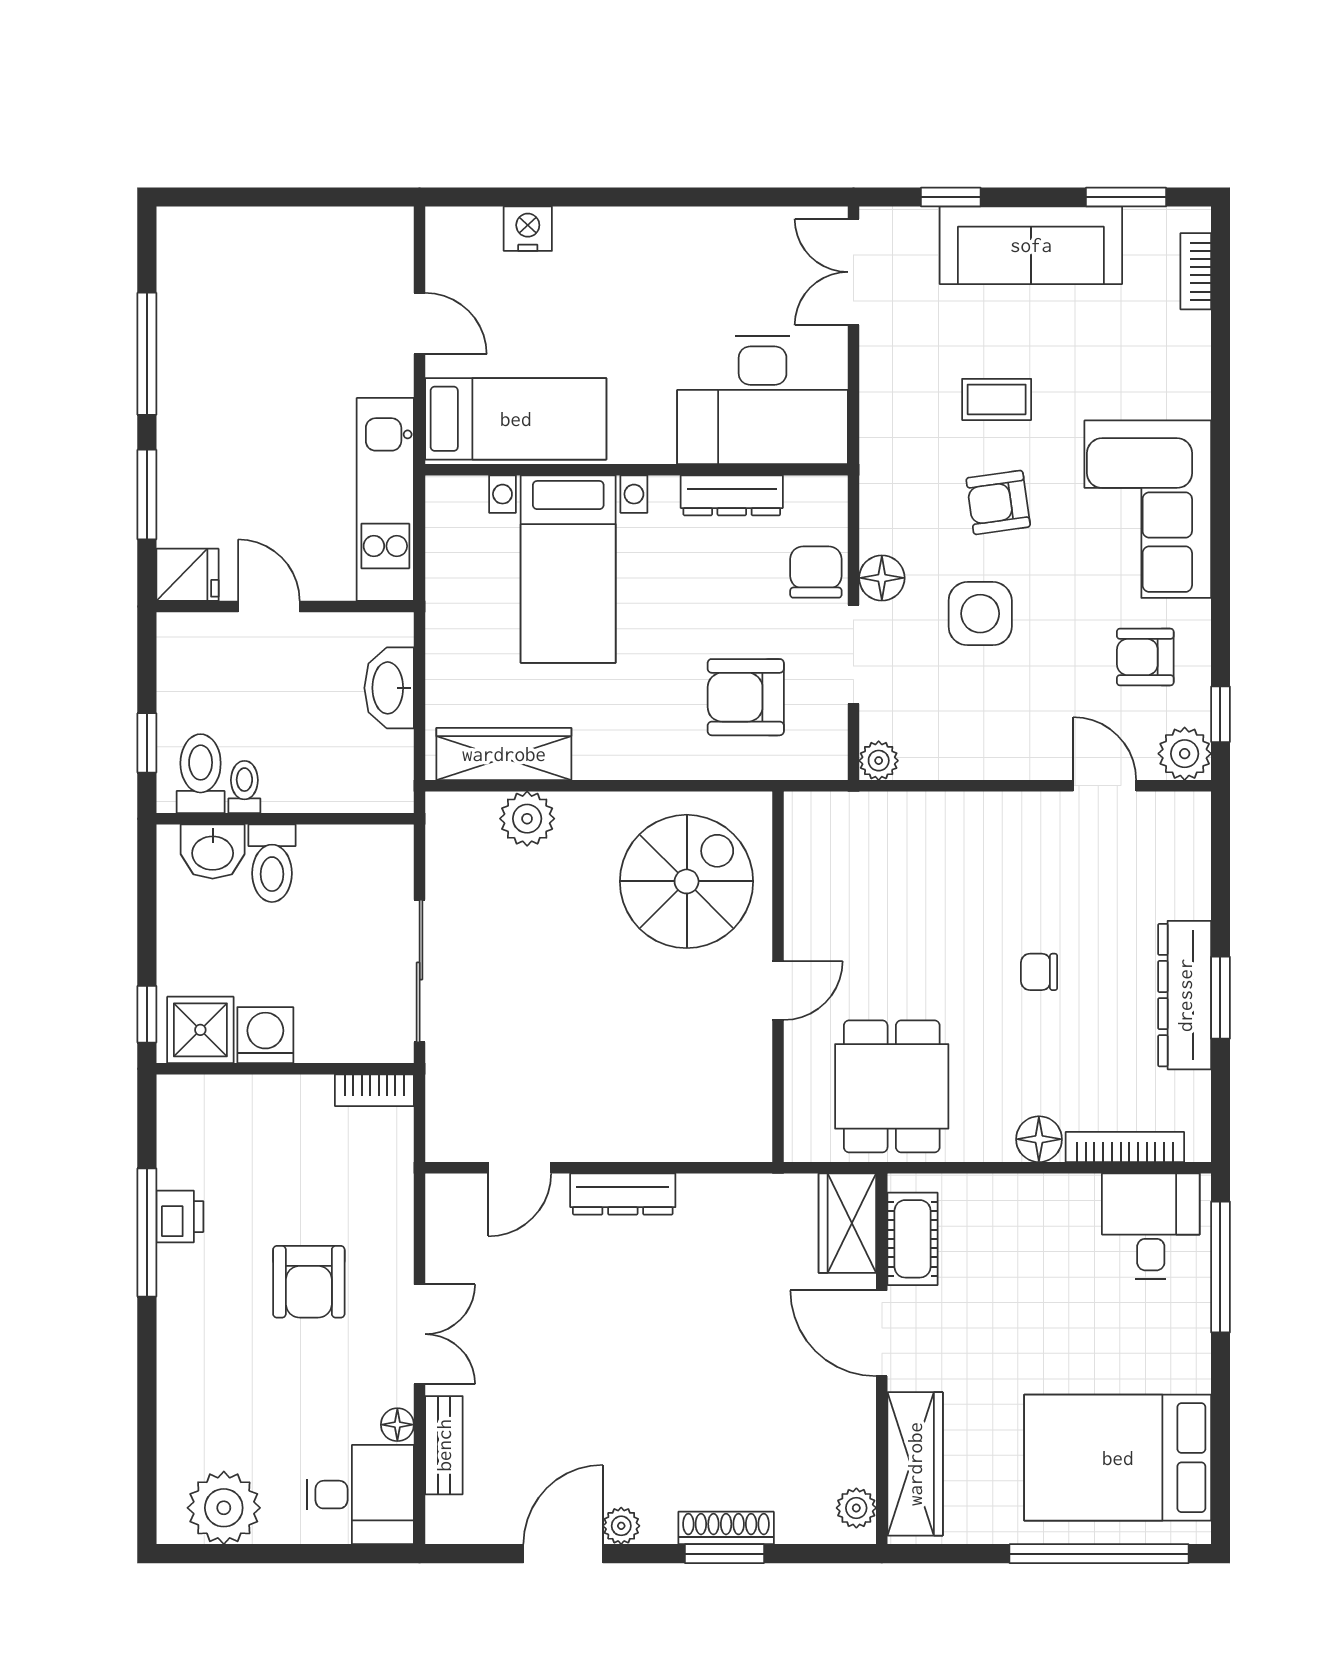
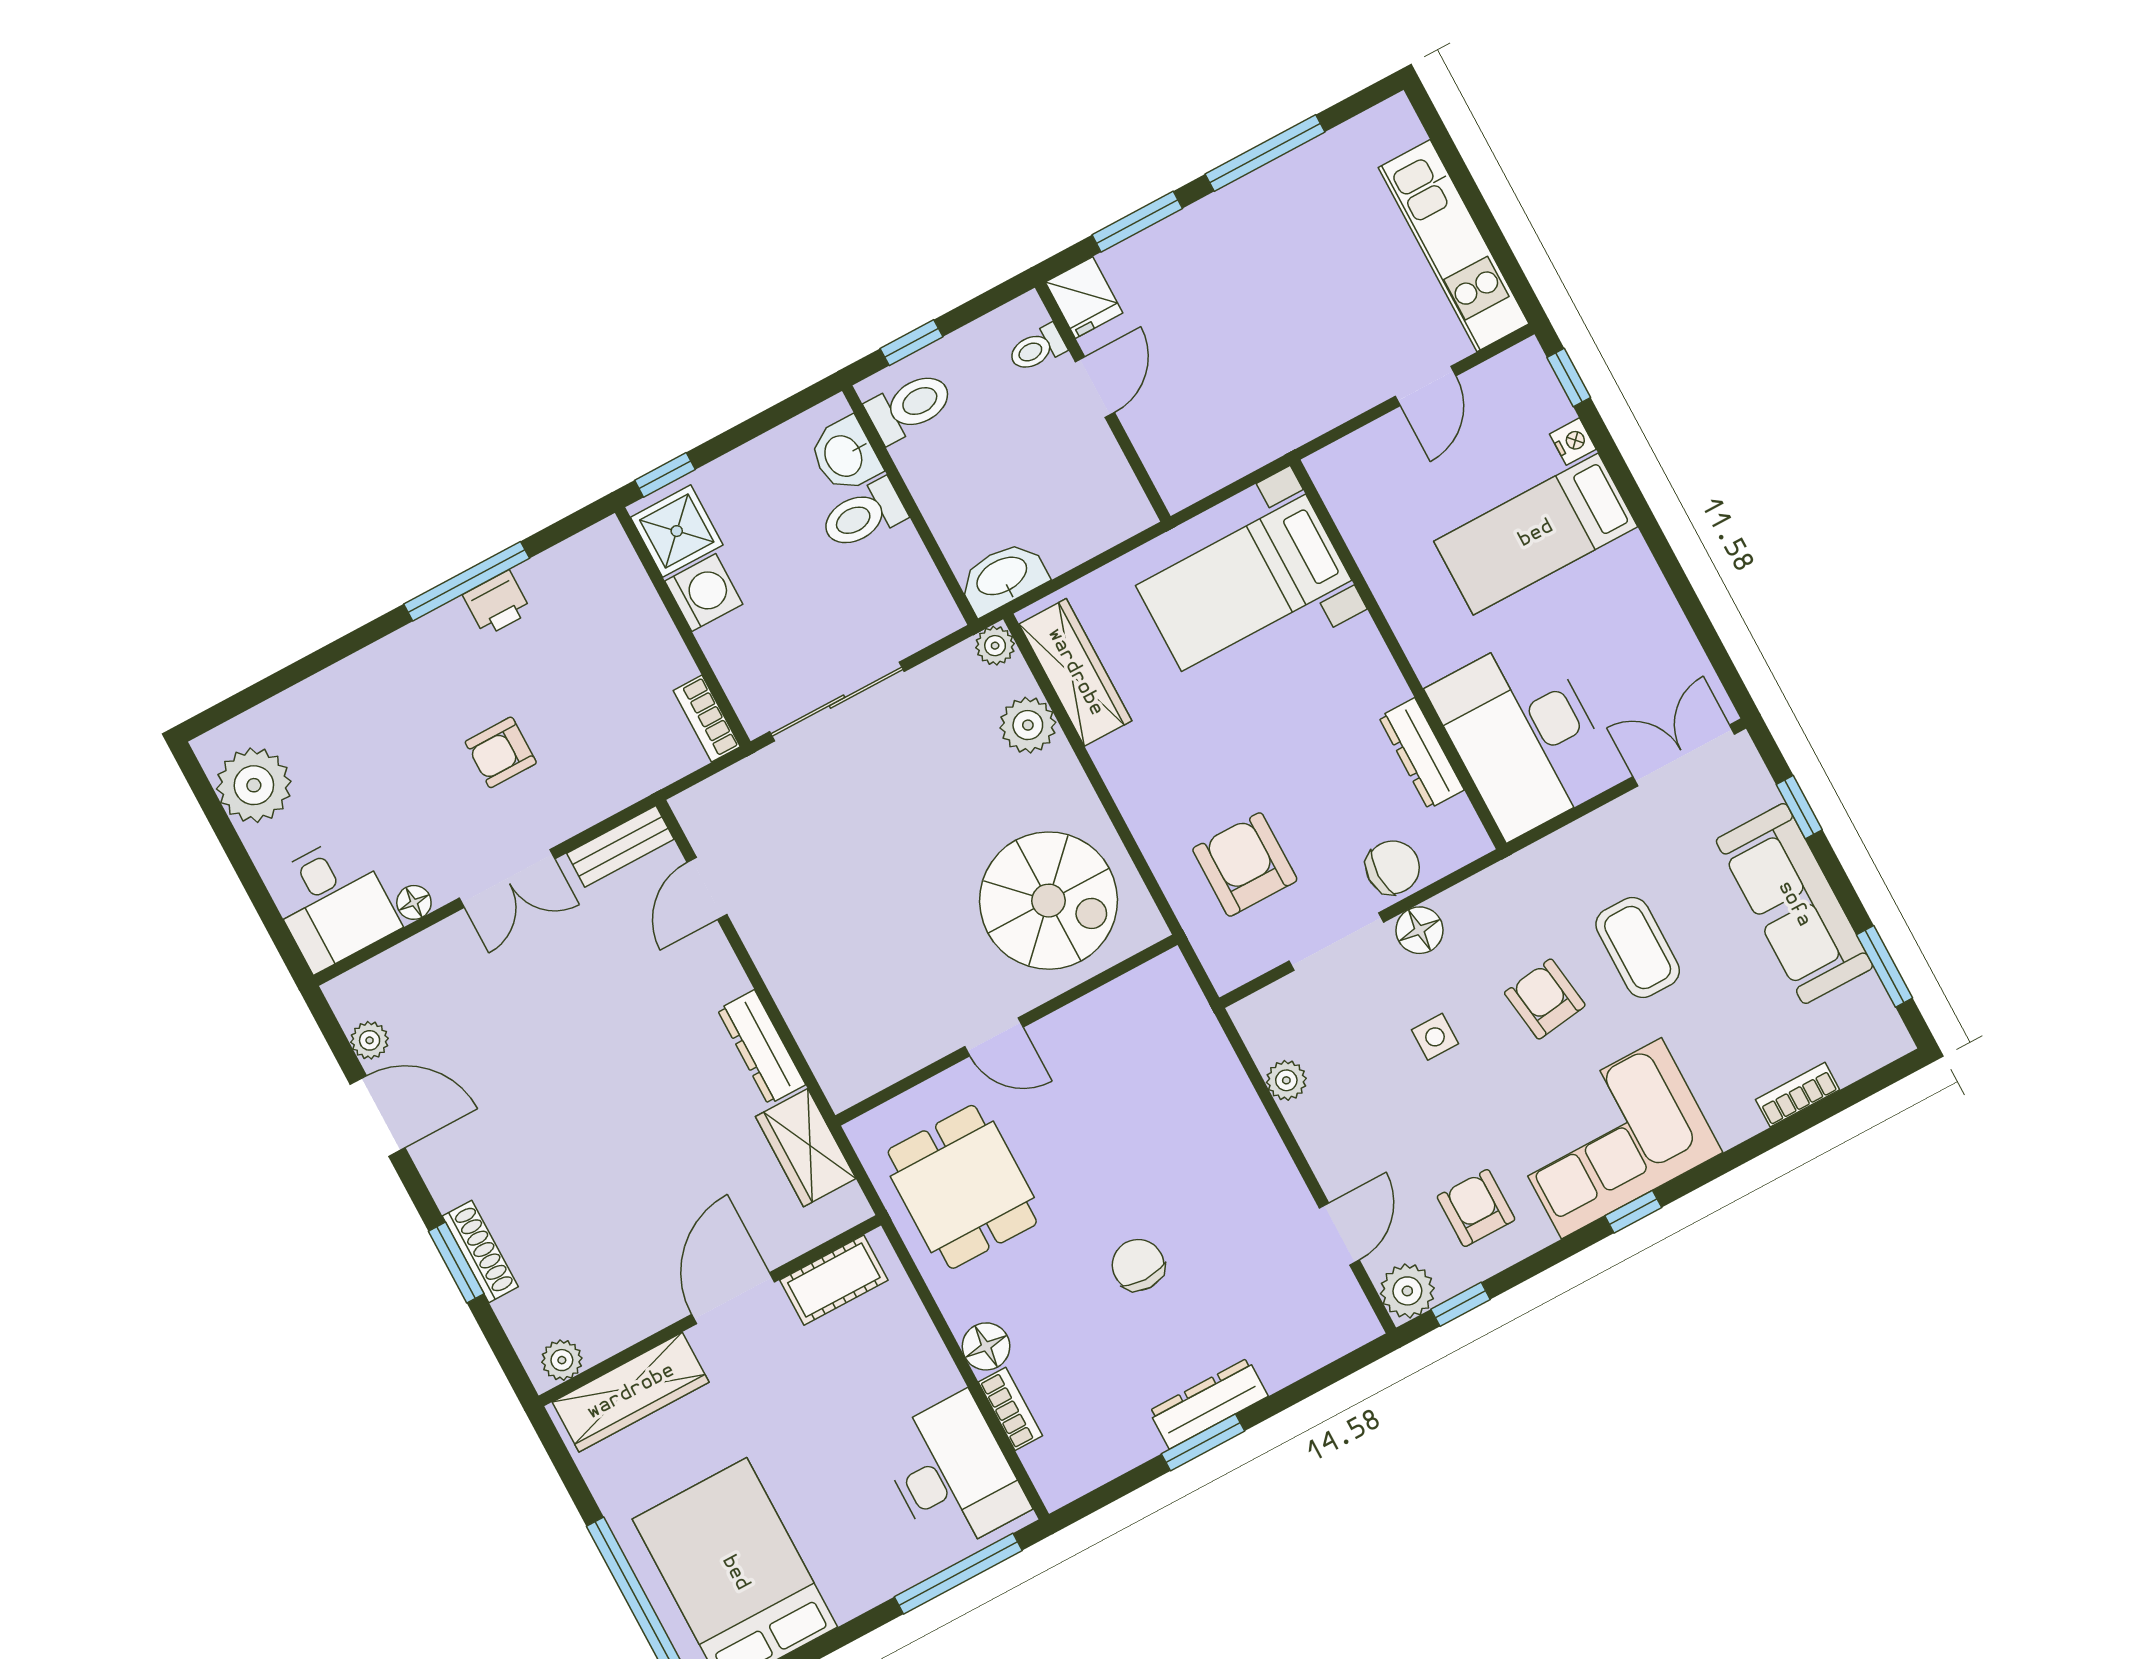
window: (478, 197) -> (1569, 377), added
nightstand: (528, 229) -> (1573, 442), width x0.72, depth x0.74
bookcase: (1196, 271) -> (1798, 1095), moved
coffee table: (997, 399) -> (1638, 947), width x1.36, depth x1.30
bed: (516, 419) -> (1536, 534), moved, turned 90
kitchen unit: (385, 499) -> (1454, 246), moved, turned -90
window: (1220, 524) -> (1633, 1212), added
bed with nightstands: (568, 569) -> (1244, 583), moved
side table: (980, 614) -> (1435, 1037), width x0.54, depth x0.54
washbasin: (389, 688) -> (1003, 577), moved
plant: (879, 761) -> (1286, 1080), moved
toilet: (244, 787) -> (1037, 348), moved, turned 180
plant: (444, 810) -> (995, 646), added
chair: (1039, 972) -> (1138, 1265), width x1.37, depth x1.37
dresser: (1185, 995) -> (1209, 1404), width x0.73, depth x0.80
dining table: (892, 1086) -> (962, 1187), turned 90
bookcase: (1125, 1147) -> (1010, 1409), width x0.64
door: (520, 1168) -> (707, 888), hinge flipped
dresser: (623, 1194) -> (761, 1047), moved
wardrobe: (847, 1223) -> (806, 1148), moved, turned -90
desk: (1151, 1226) -> (953, 1474), width x1.37
armchair: (309, 1282) -> (501, 752), width x0.72, depth x0.72
bench: (444, 1445) -> (620, 846), moved
plant: (621, 1526) -> (370, 1040), moved

